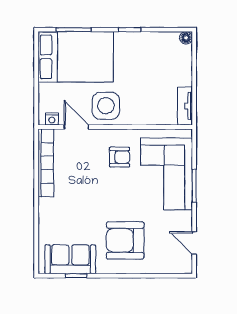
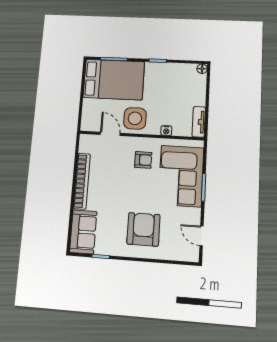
nightstand: (52, 119) -> (166, 131), moved
bookcase: (46, 163) -> (82, 181), moved
armchair: (125, 240) -> (143, 229), turned 90
sofa: (70, 259) -> (83, 232), moved, turned 90

